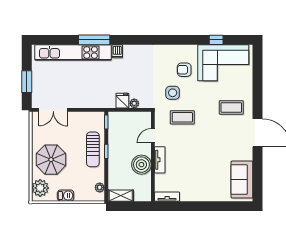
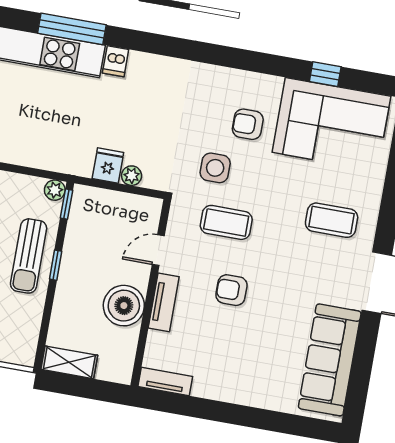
armchair: (190, 148) -> (231, 290), added
sofa: (242, 180) -> (330, 360), width x1.36
plant: (100, 187) -> (55, 190), moved

